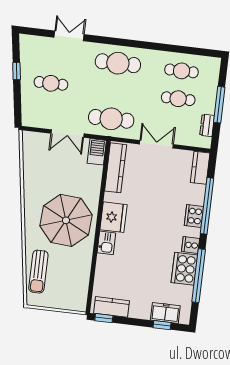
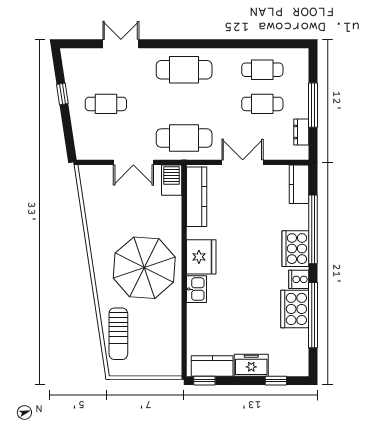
cooker: (194, 216) -> (295, 249), width x1.37, depth x1.31
freezer: (165, 313) -> (251, 365), moved

